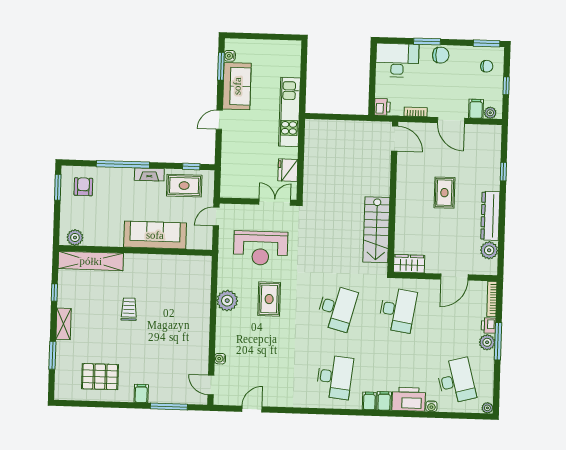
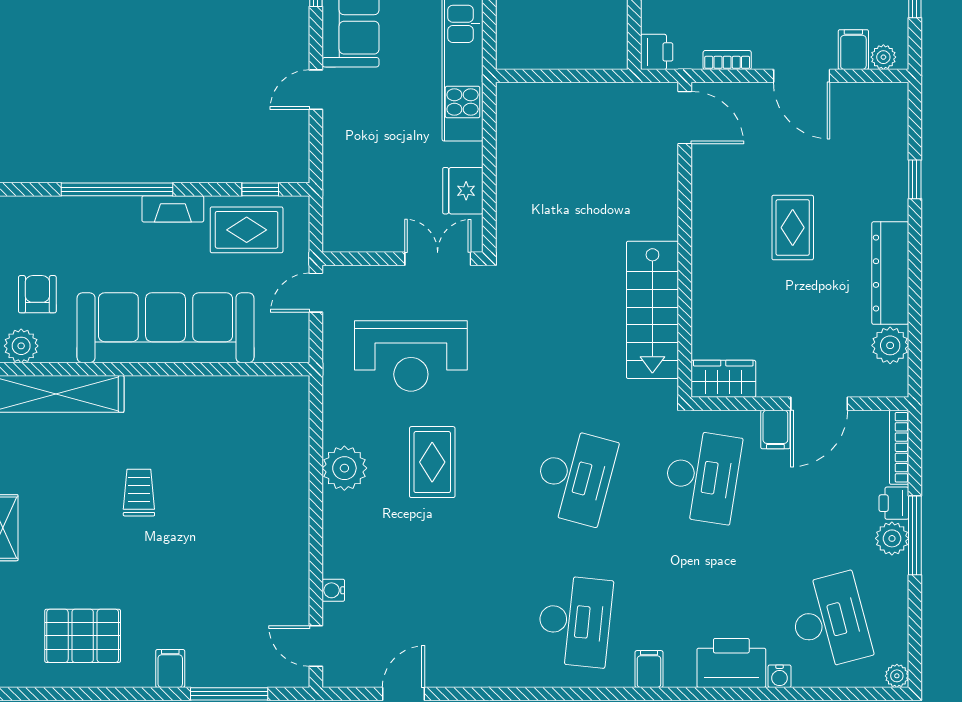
armchair: (83, 187) -> (37, 294), moved
sofa: (155, 235) -> (165, 328), width x1.36, depth x1.27
filing cabinet: (384, 401) -> (775, 430), moved, turned 180

